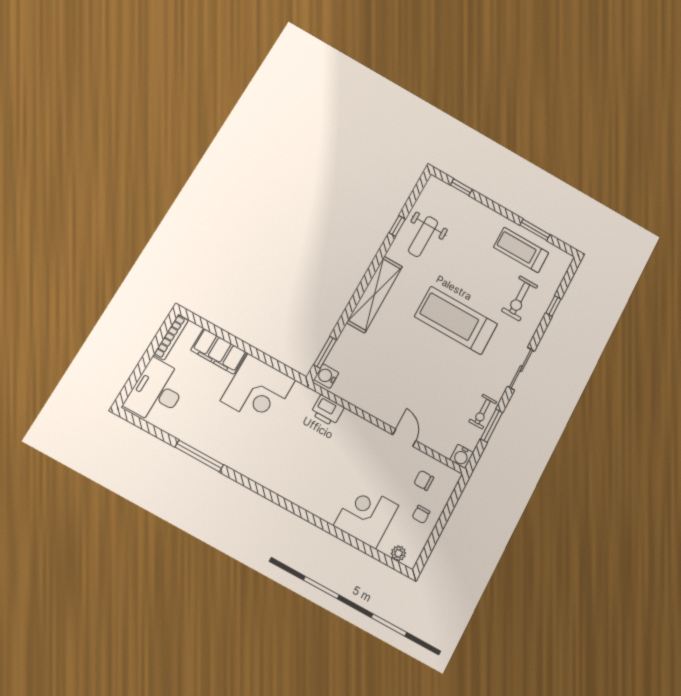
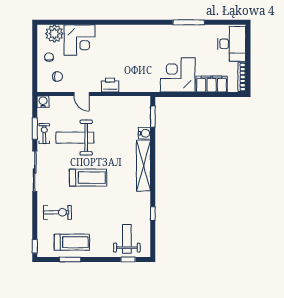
weight bench: (423, 237) -> (127, 239), moved
exercise bike: (520, 298) -> (57, 212), turned 90
window: (553, 306) -> (35, 246), moved
treadmill: (456, 320) -> (88, 178), width x0.73, depth x0.73
sliding door: (521, 369) -> (35, 171), width x1.37
water cooler: (326, 376) -> (144, 133), moved
weight bench: (445, 383) -> (75, 138), added
printer: (327, 411) -> (110, 85), moved
plant: (398, 553) -> (54, 34), width x1.88, depth x1.88

